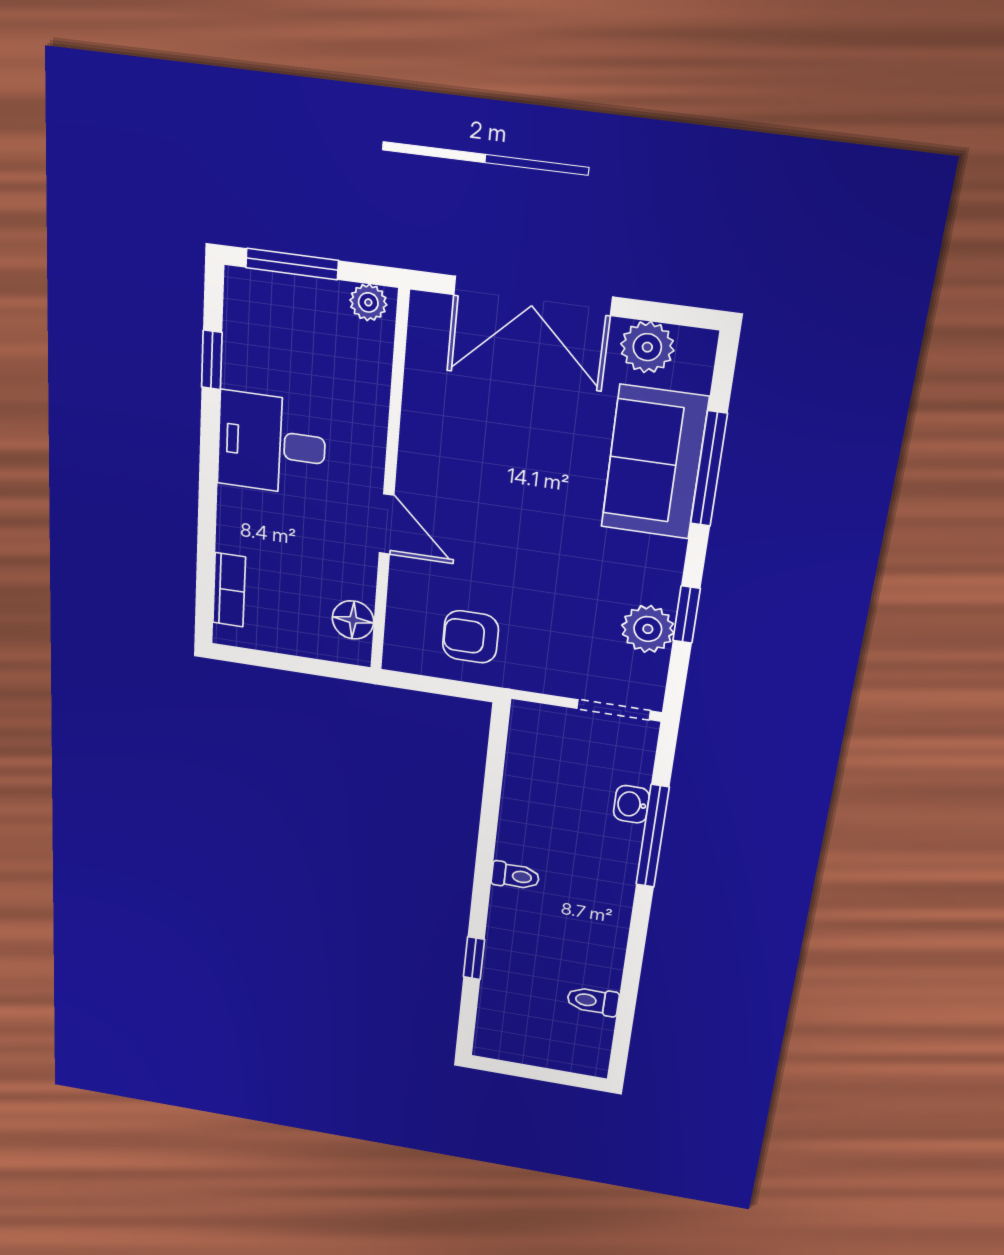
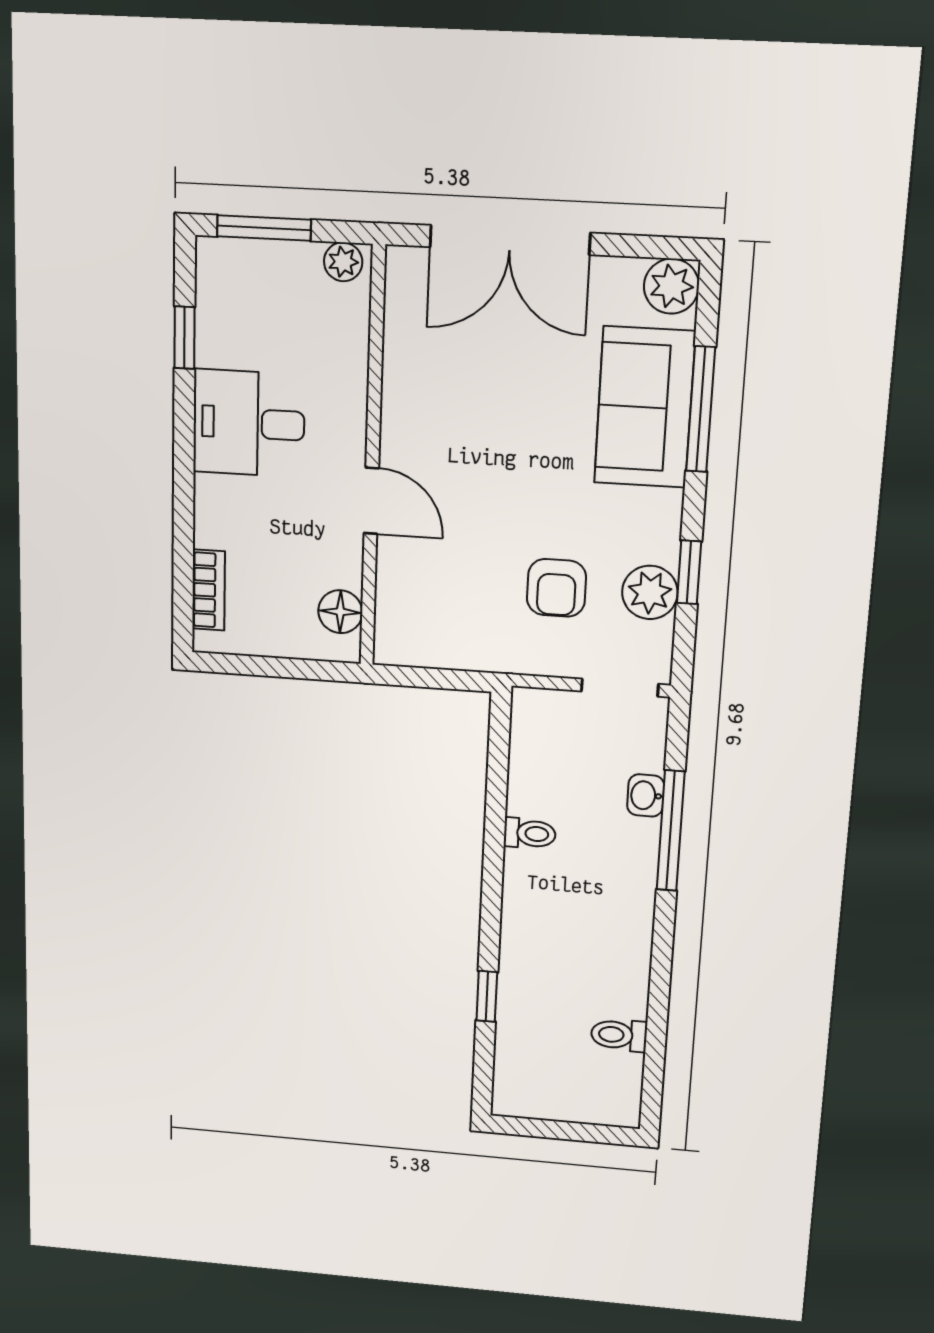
plant: (647, 347) -> (671, 286), moved
armchair: (471, 637) -> (556, 588), moved, turned -90
toilet: (515, 876) -> (530, 833), moved

